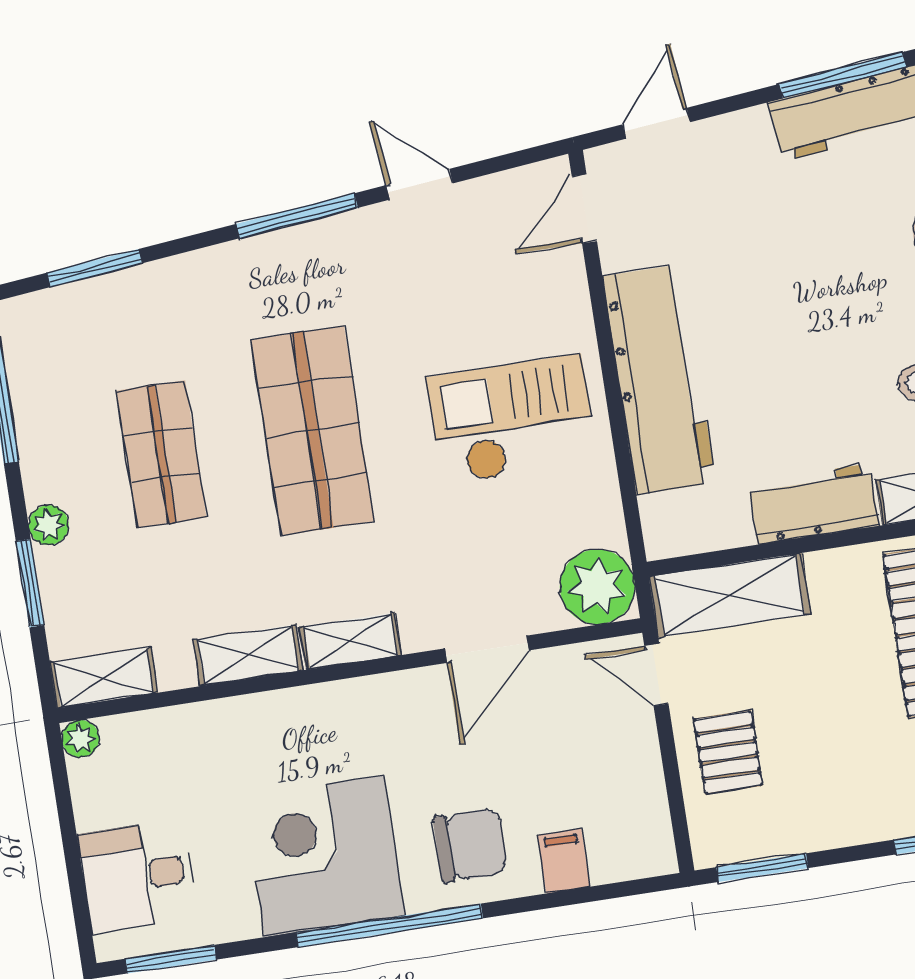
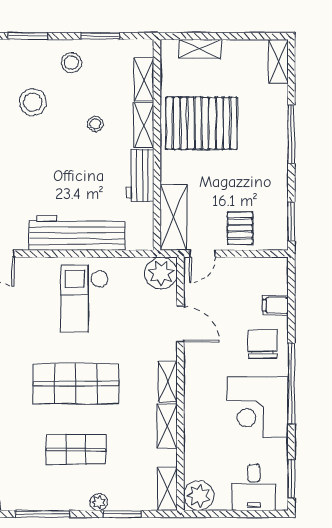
plant: (80, 739) -> (199, 496), width x1.87, depth x1.87
pallet: (728, 752) -> (240, 228), turned 90

